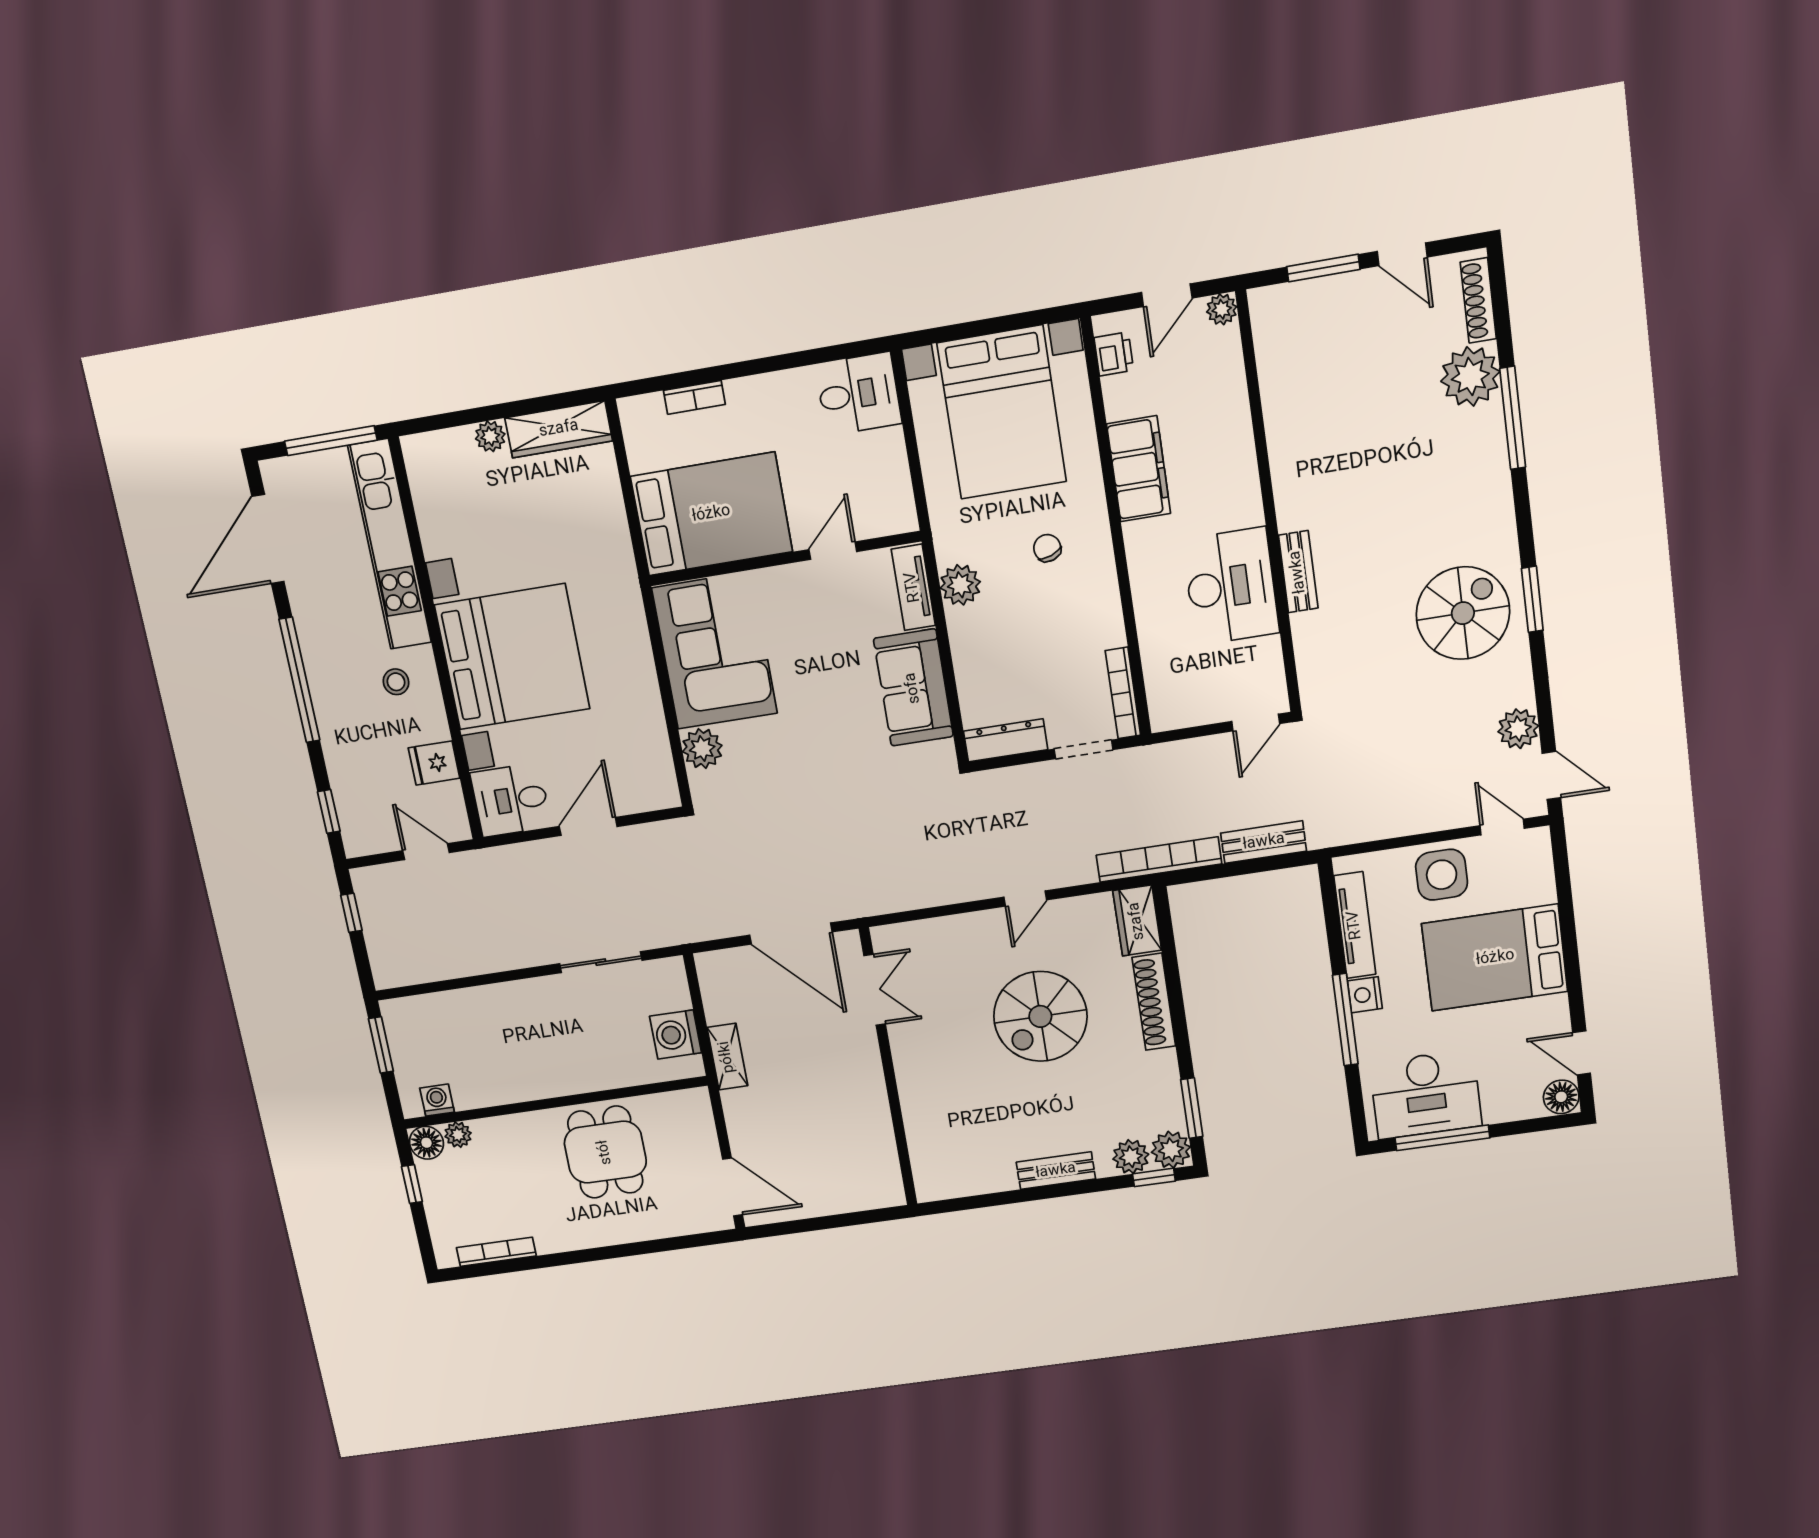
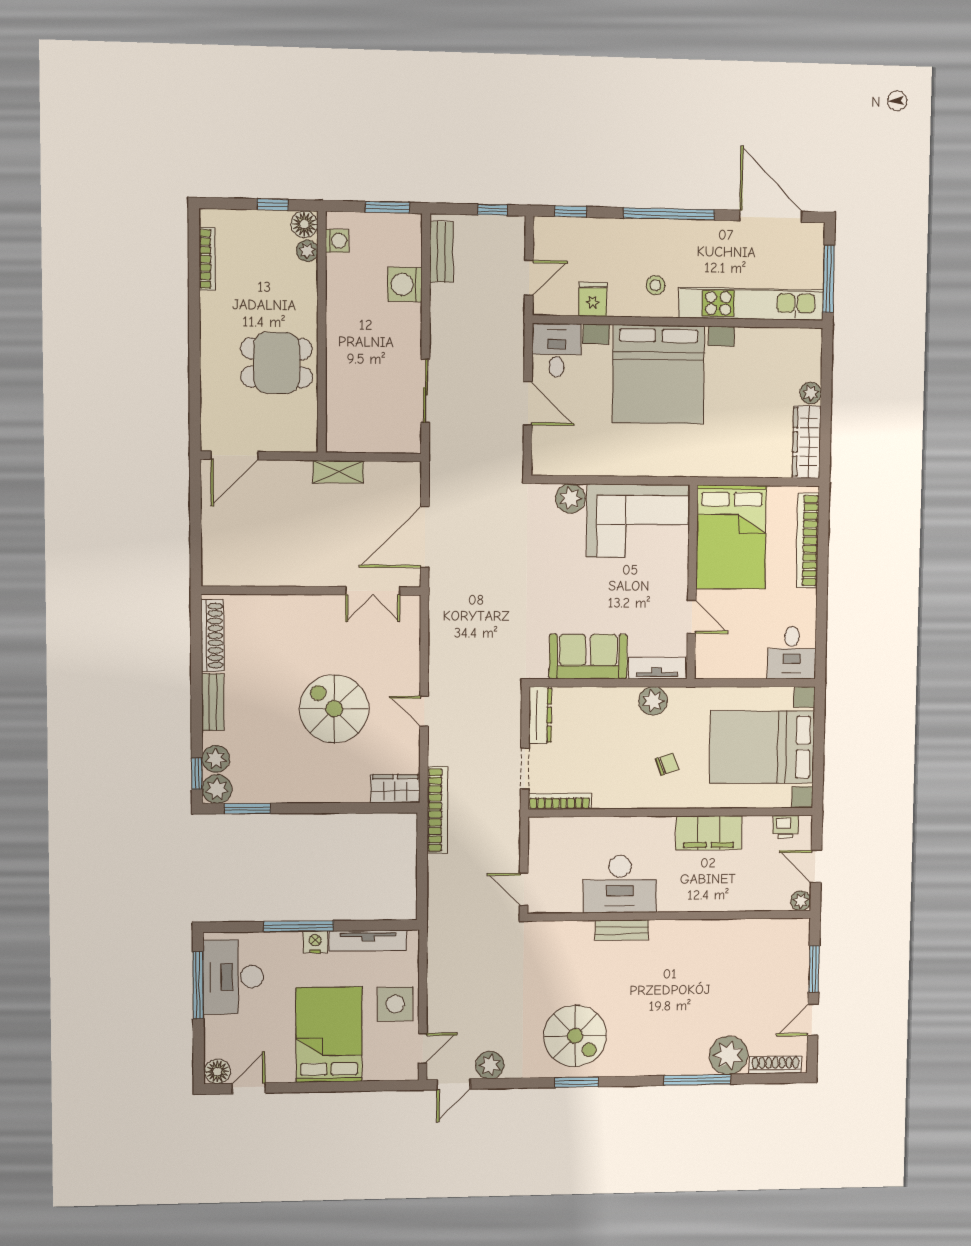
bookcase: (694, 397) -> (808, 541), width x2.31, depth x1.31
bench: (1264, 842) -> (441, 252), moved
shoe rack: (1154, 1002) -> (213, 636), moved, turned 90
washing machine: (675, 1034) -> (405, 284), moved, turned -90

